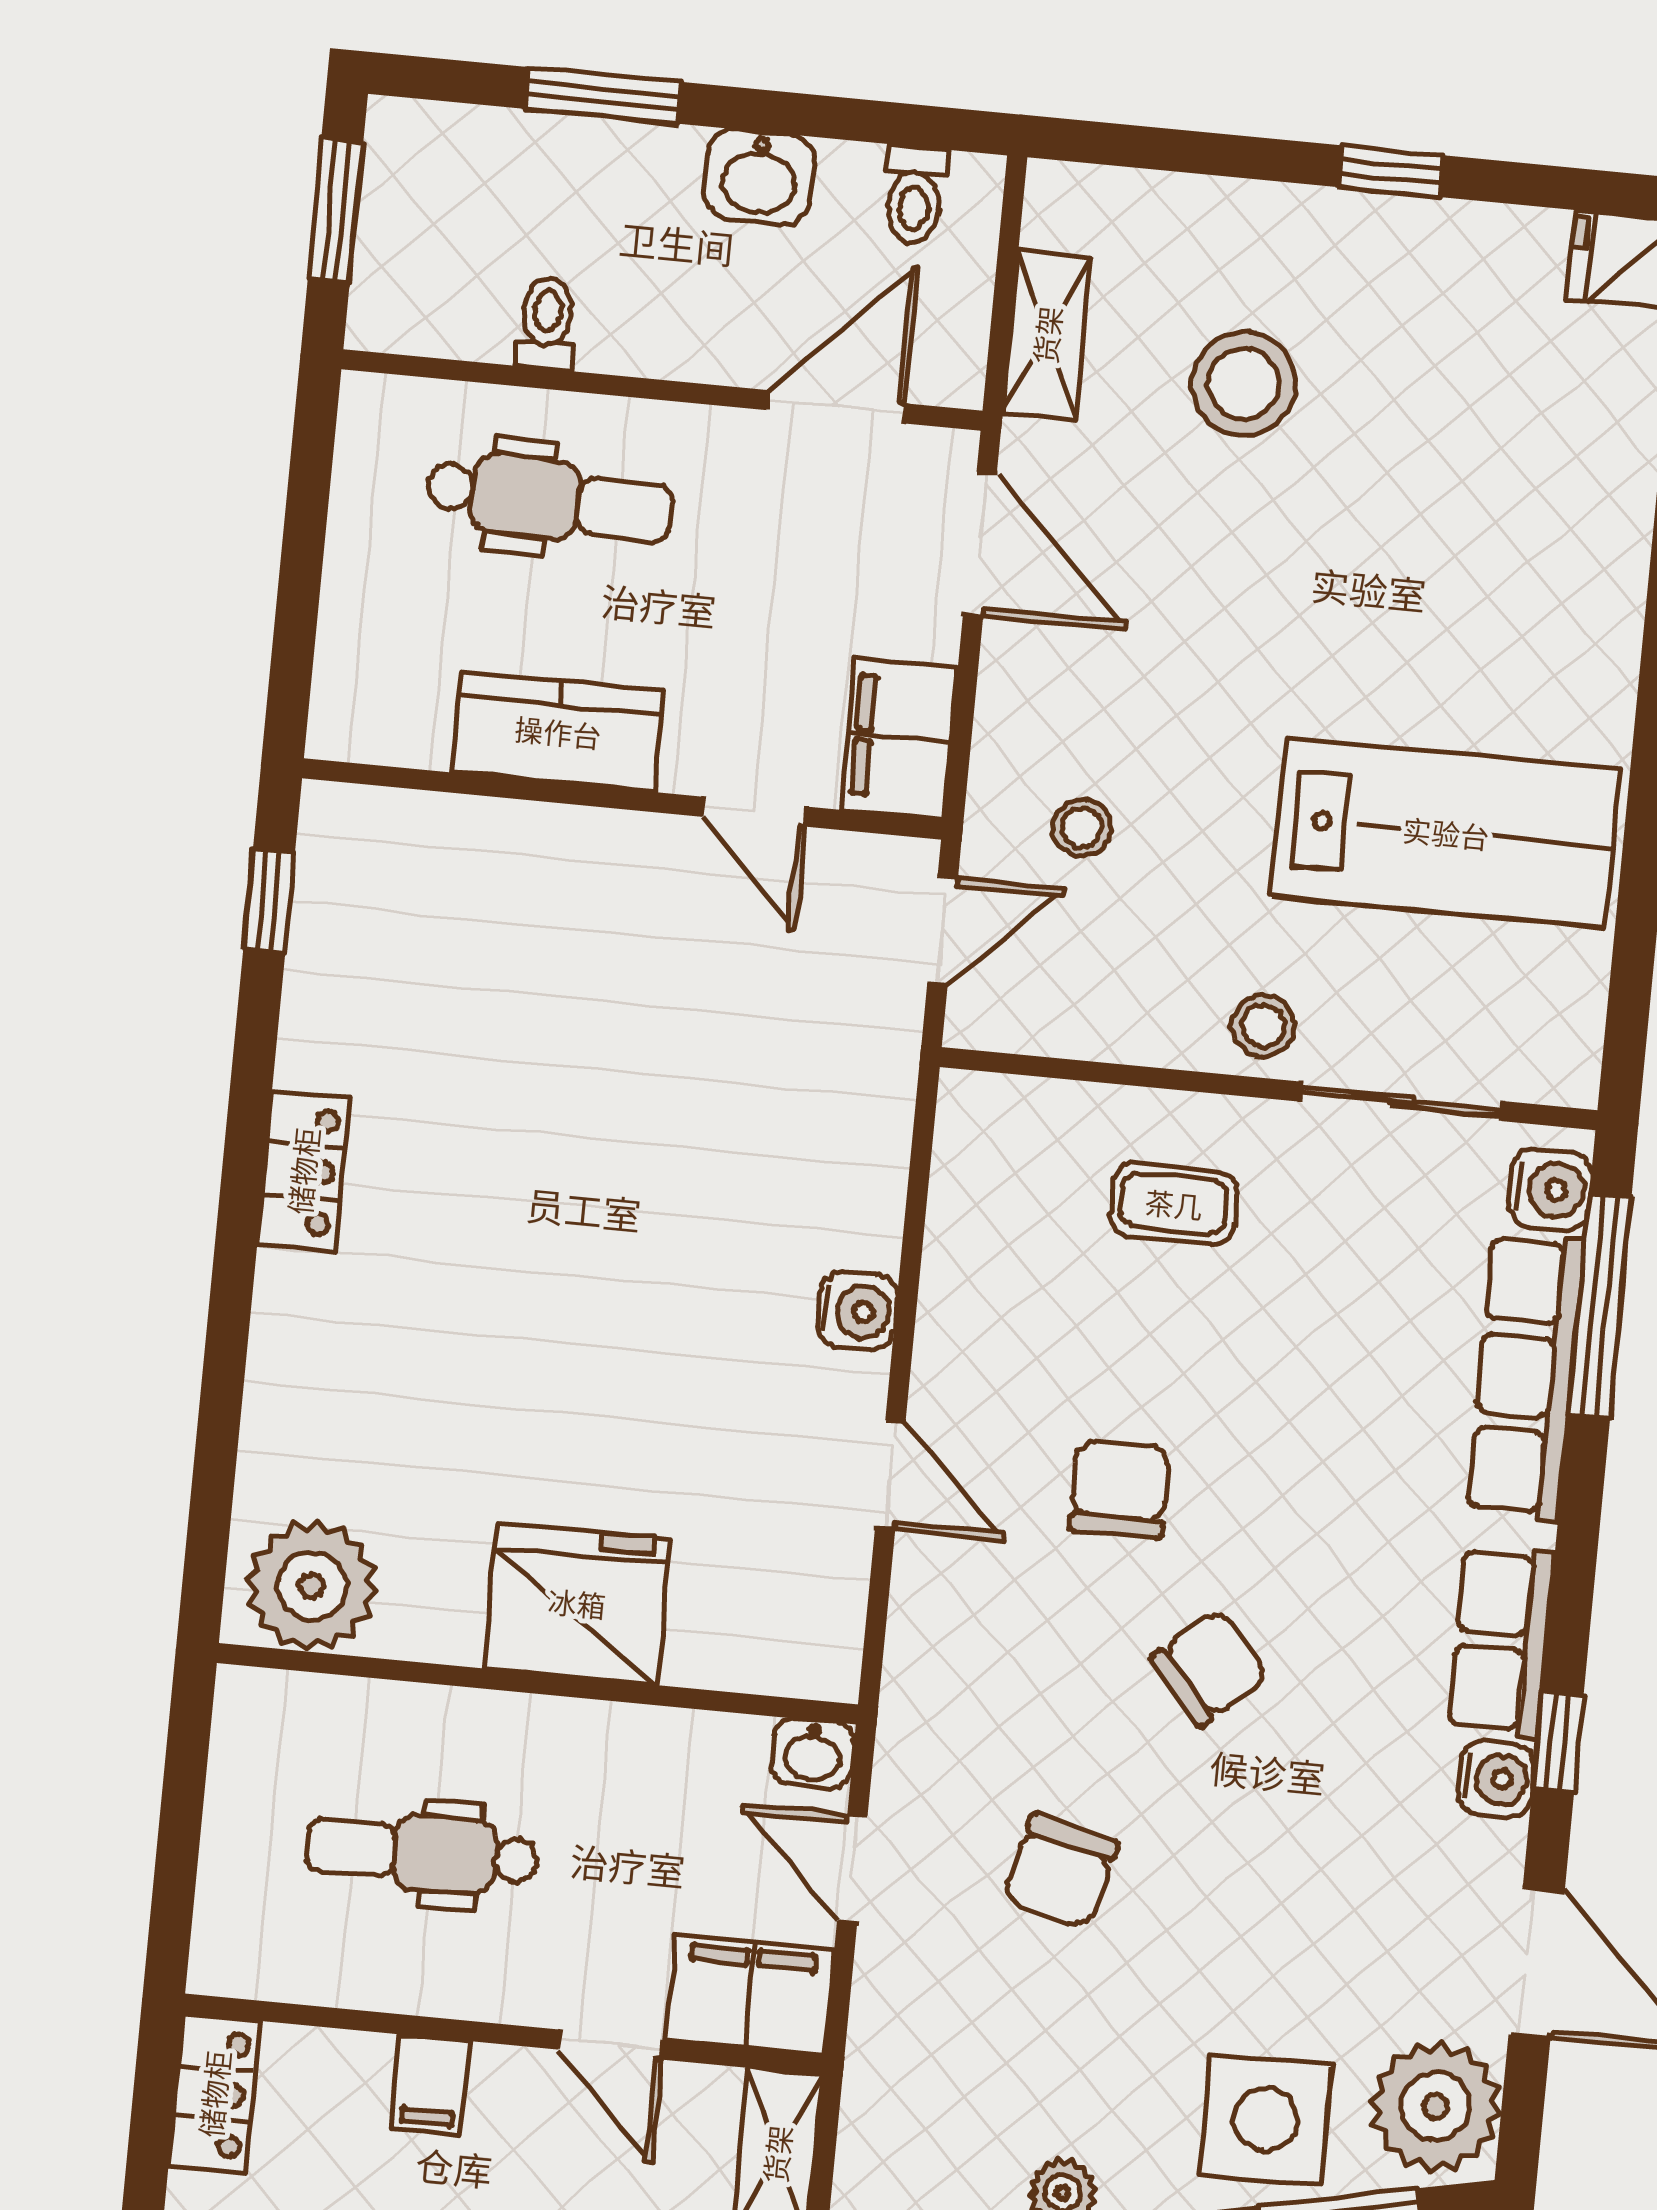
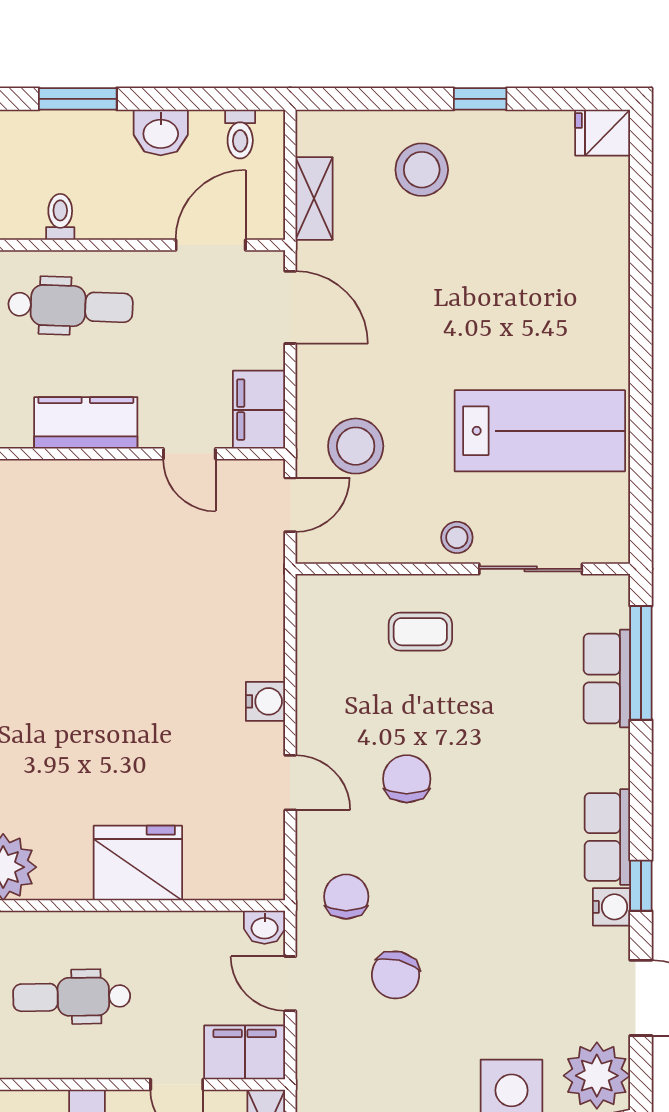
stool: (1244, 384) -> (422, 170), moved
stool: (1082, 828) -> (356, 446), width x1.89, depth x1.89
water cooler: (1550, 1189) -> (610, 606), removed
row of seats: (1526, 1376) -> (607, 679), width x0.68
chair: (1209, 1668) -> (346, 897), moved, turned -49

